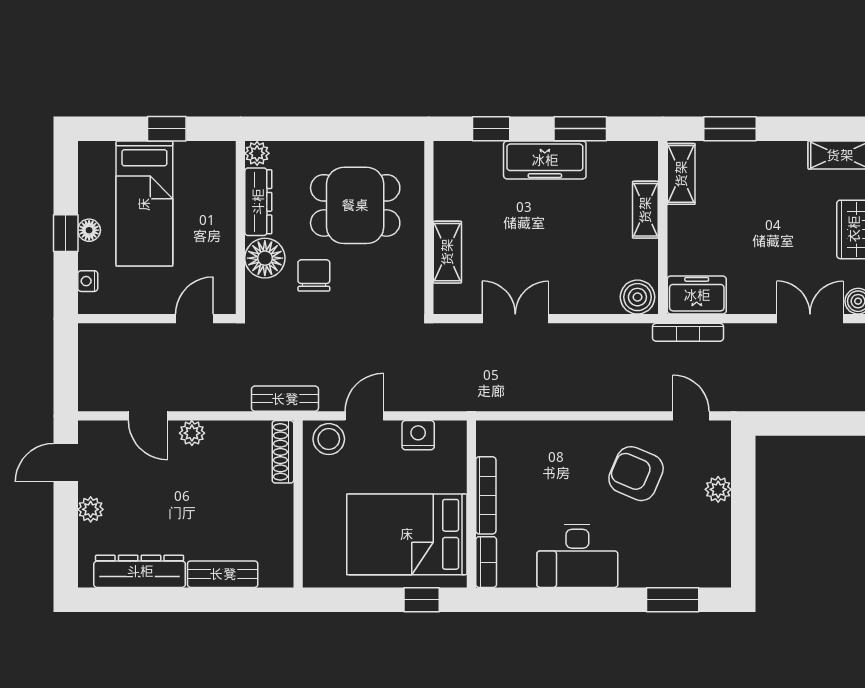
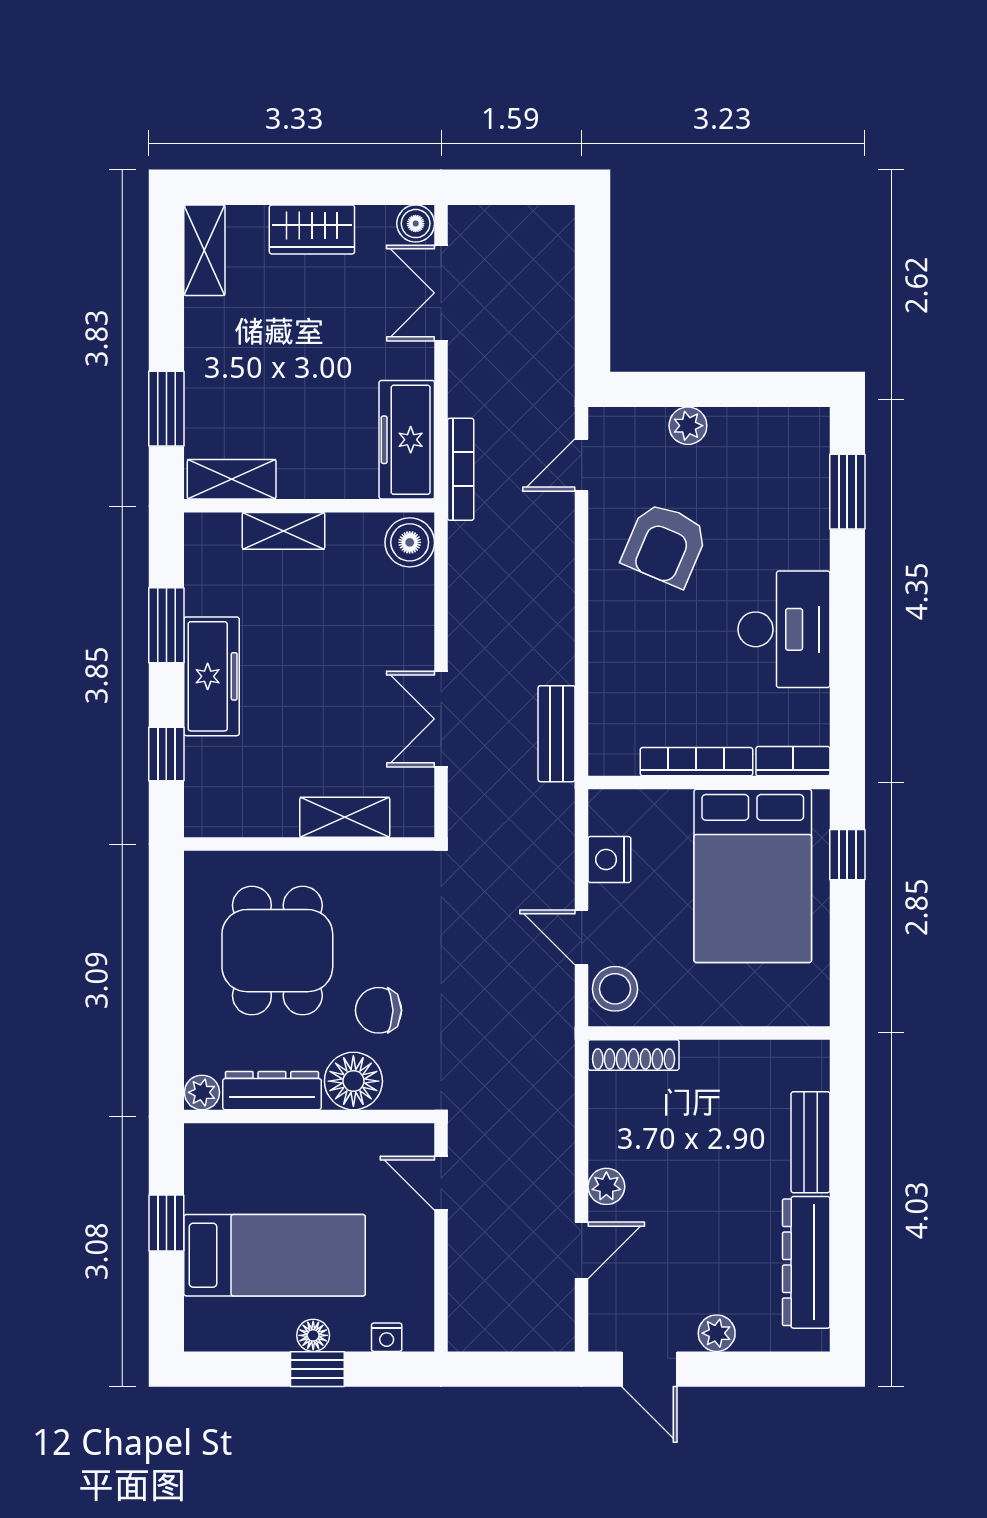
freezer: (697, 295) -> (407, 440), width x1.40
bench: (285, 399) -> (557, 734), moved

